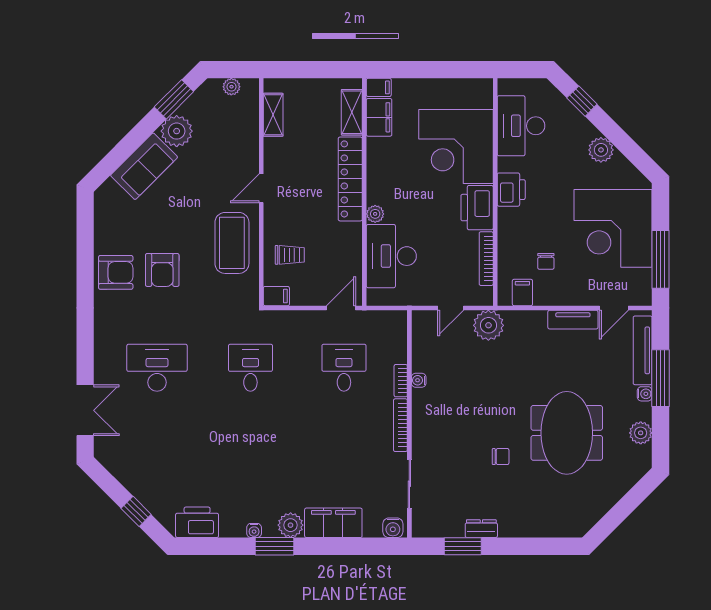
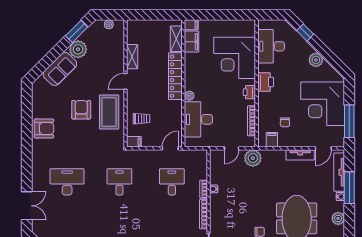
shelving: (273, 115) -> (132, 57), moved
printer: (477, 208) -> (249, 92), width x0.53, depth x0.68
armchair: (162, 270) -> (81, 110), moved, turned 180

